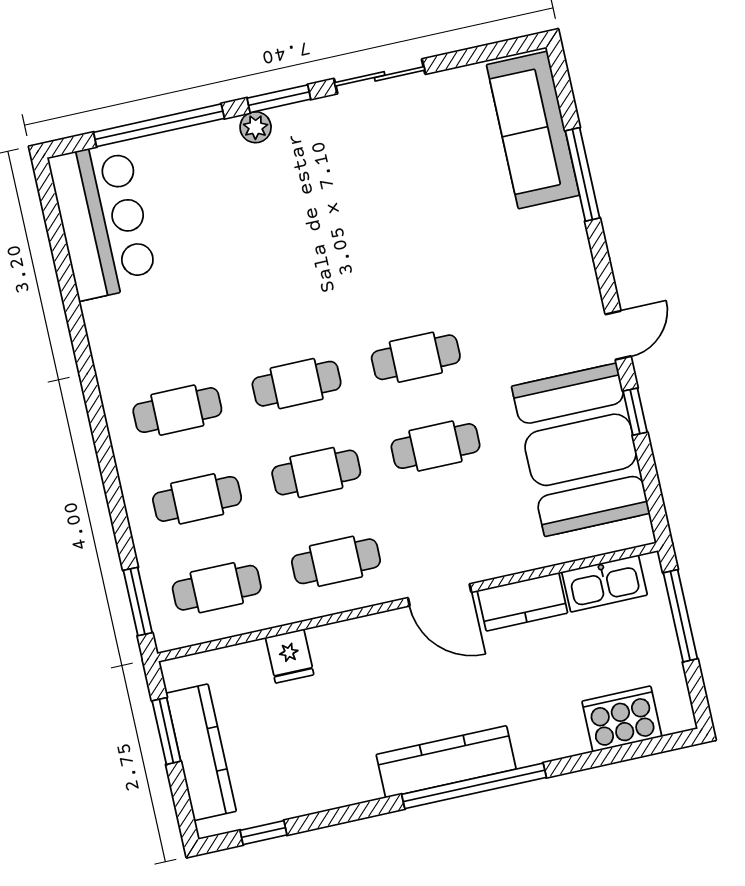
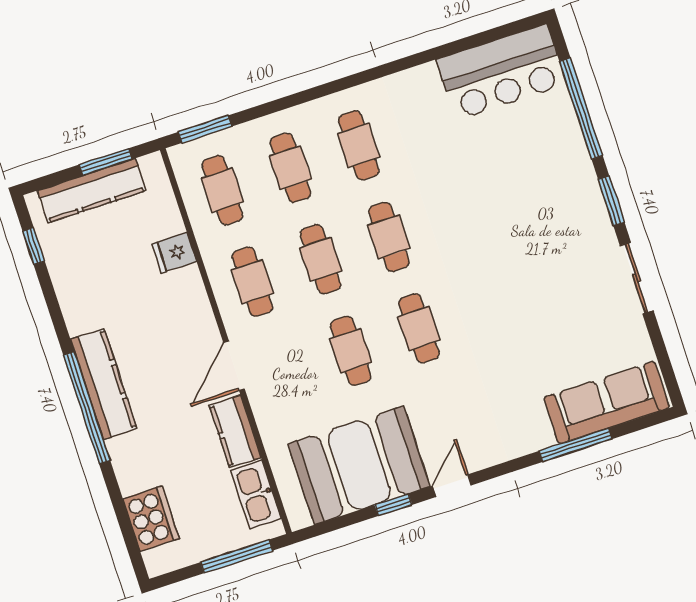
plant: (256, 127) -> (587, 184), removed
door: (618, 335) -> (452, 486), swing flipped

